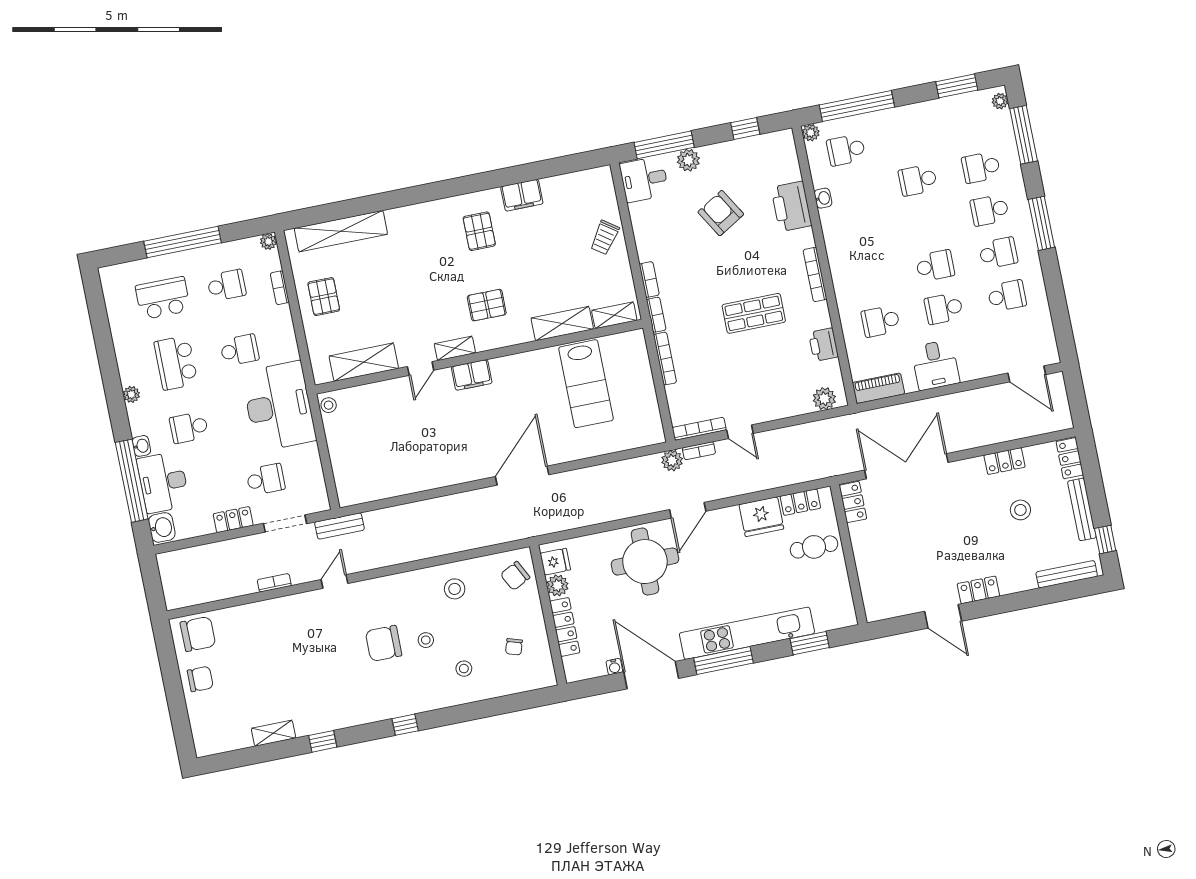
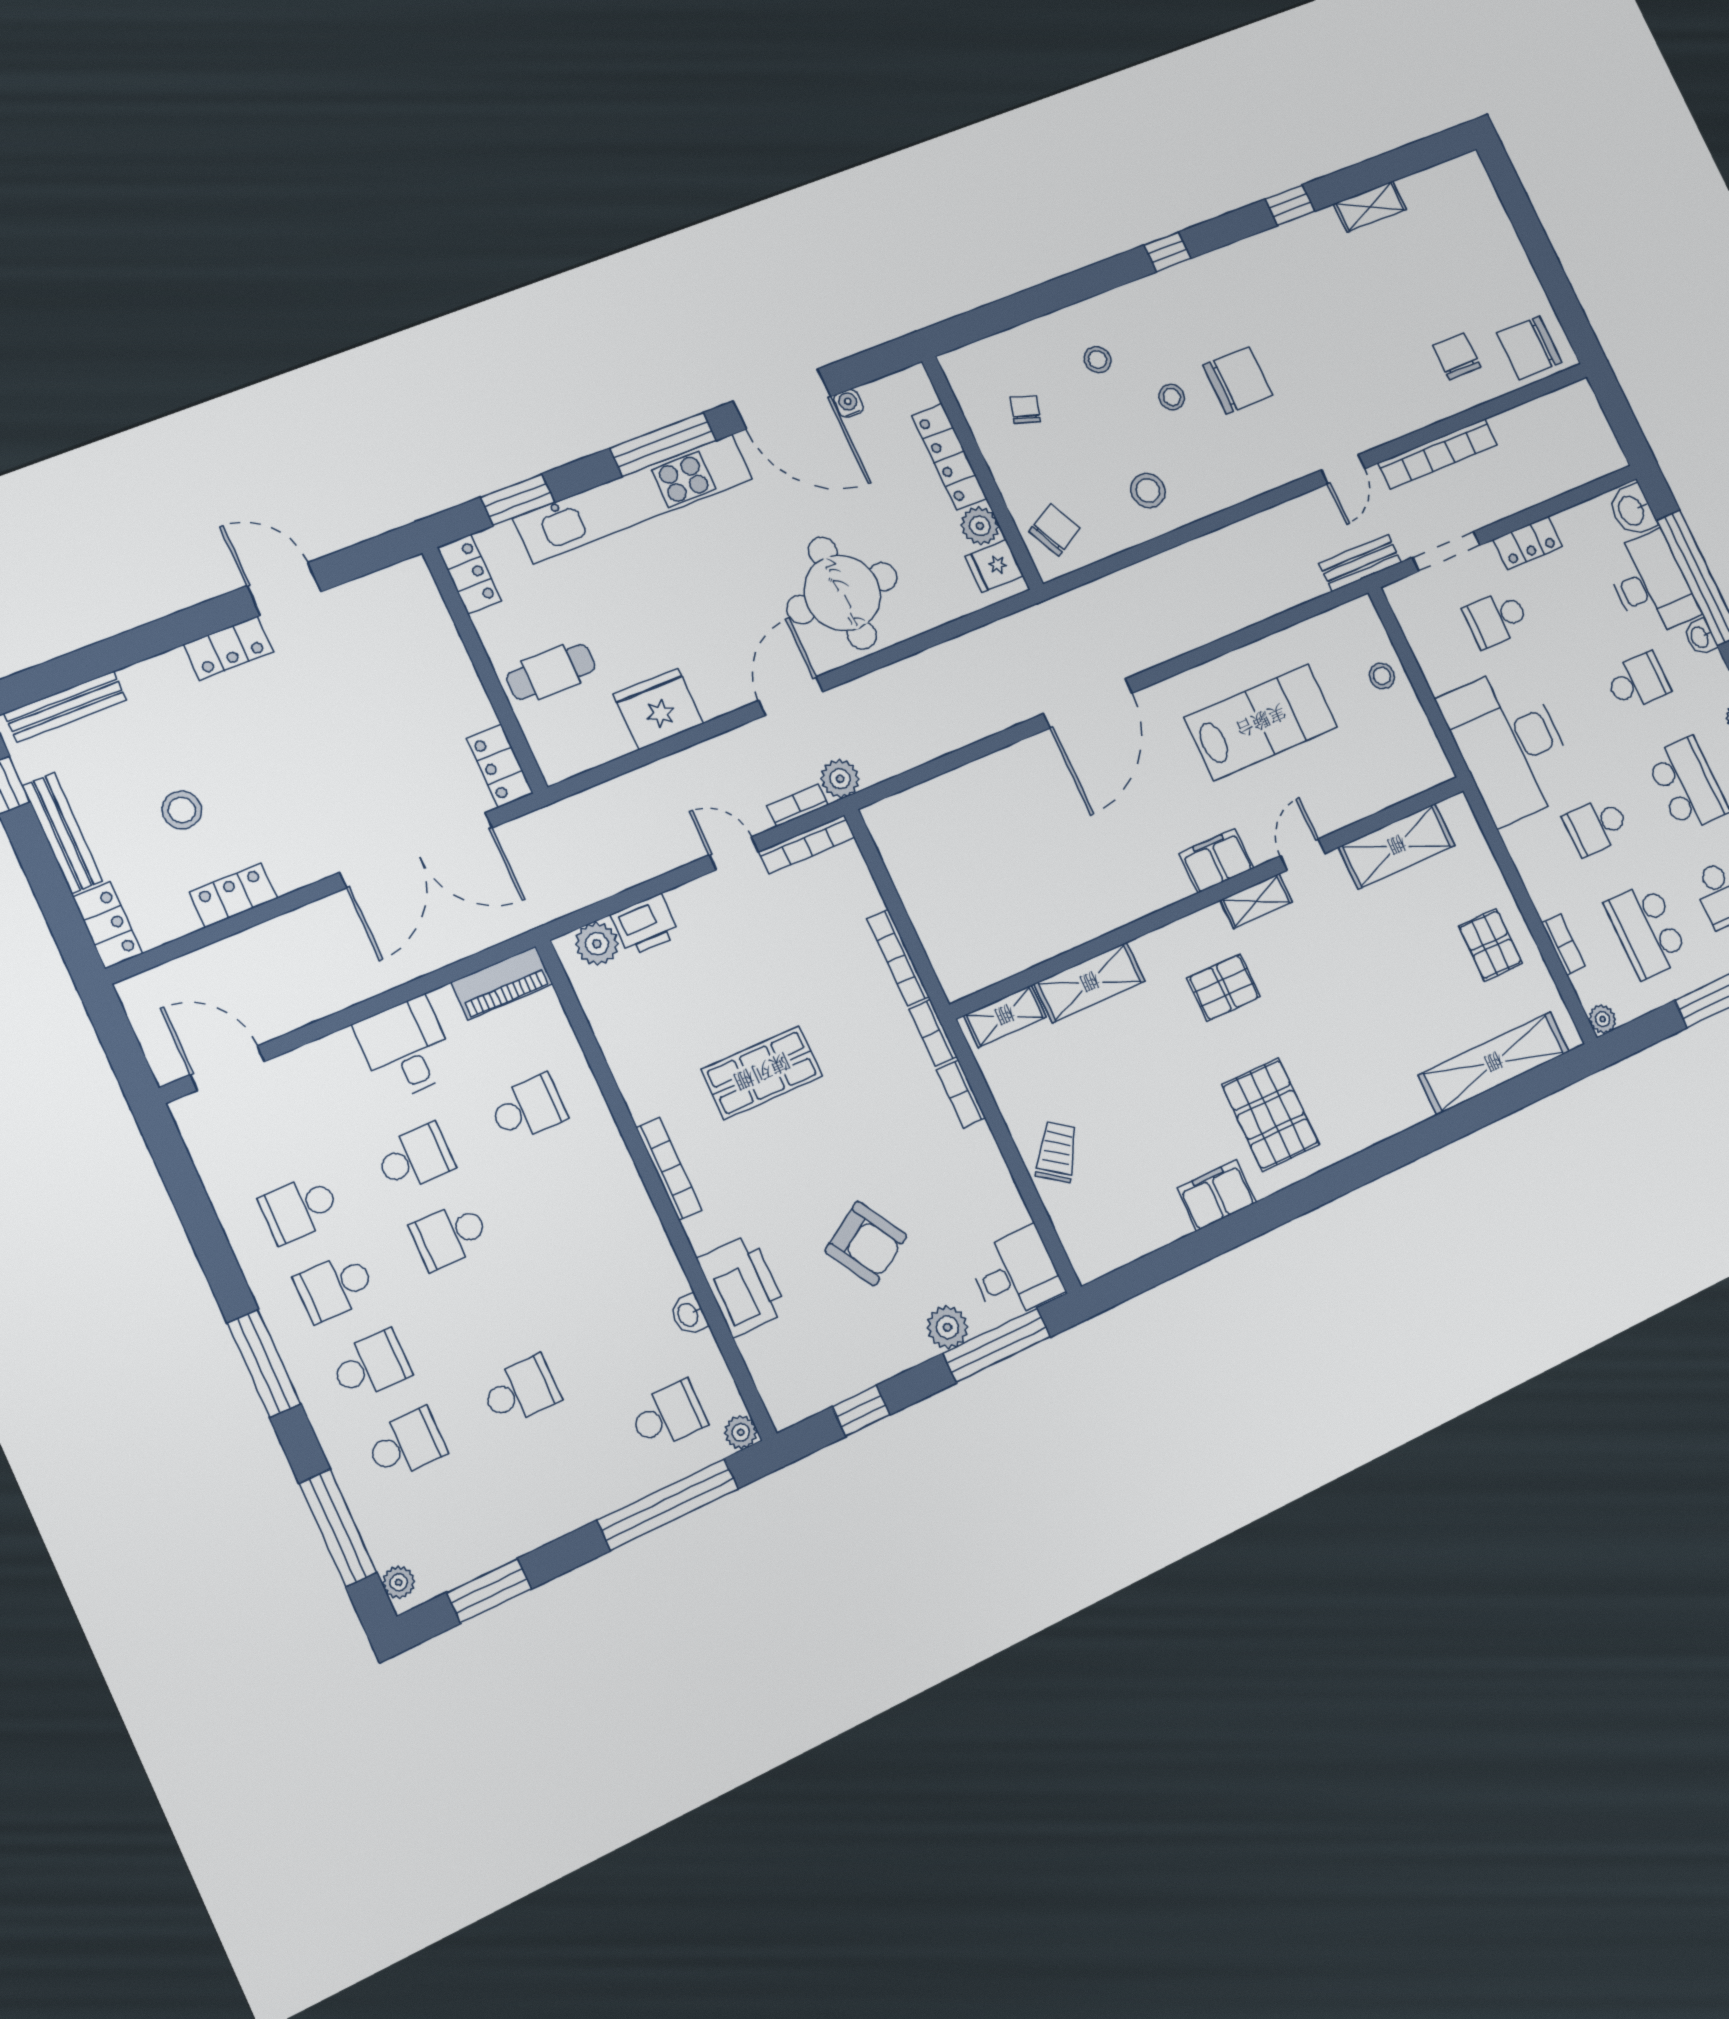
pallet: (479, 231) -> (1270, 1115), width x1.50, depth x1.42
school desk: (226, 285) -> (1647, 930), width x1.85
printer: (823, 345) -> (645, 925), moved, turned 90
lab bench: (586, 384) -> (1261, 722), moved, turned 90
stool: (329, 405) -> (1382, 676), moved
locker: (800, 502) -> (469, 574), moved, turned 90
bookcase: (274, 583) -> (1438, 454), width x2.31, depth x1.31
chair: (200, 679) -> (1457, 356), moved, turned 90

